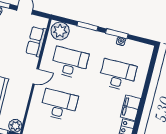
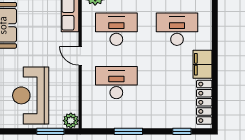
door: (36, 76) -> (80, 56), swing flipped

